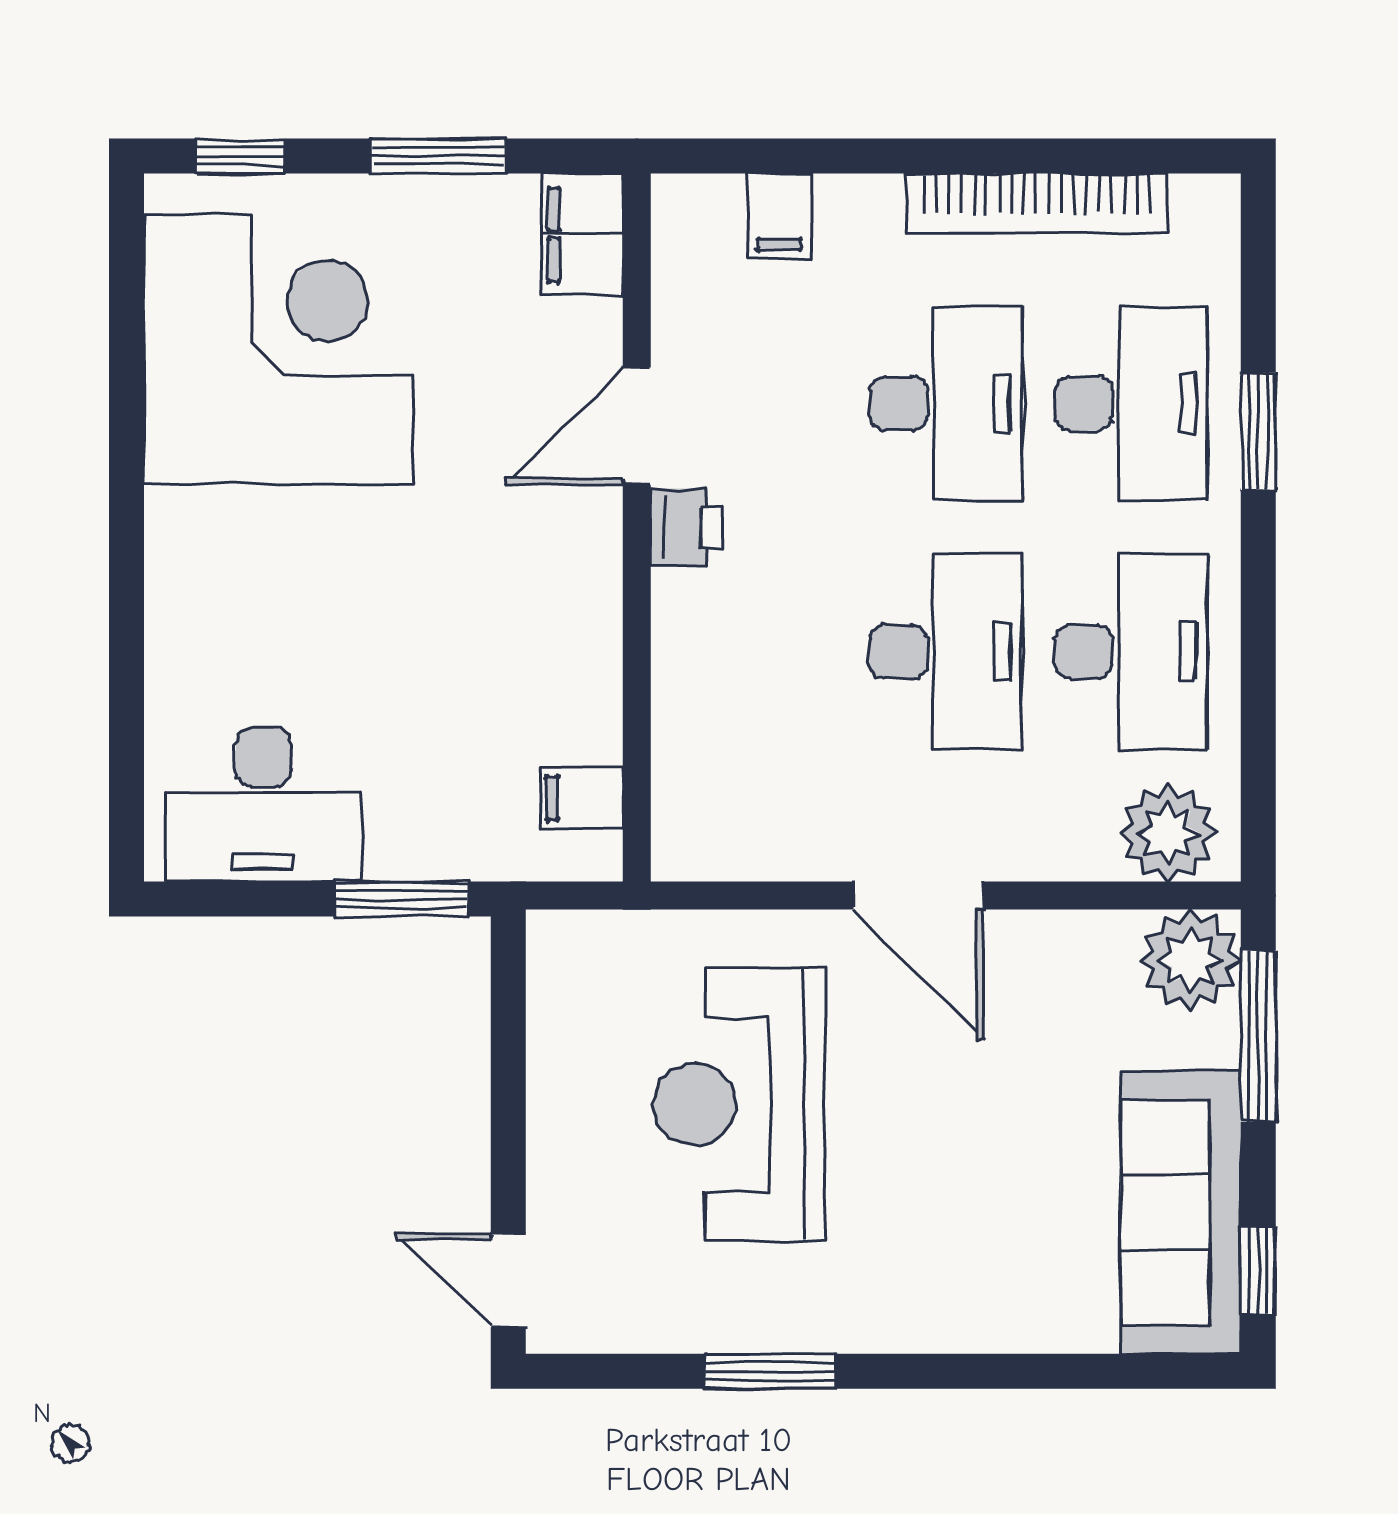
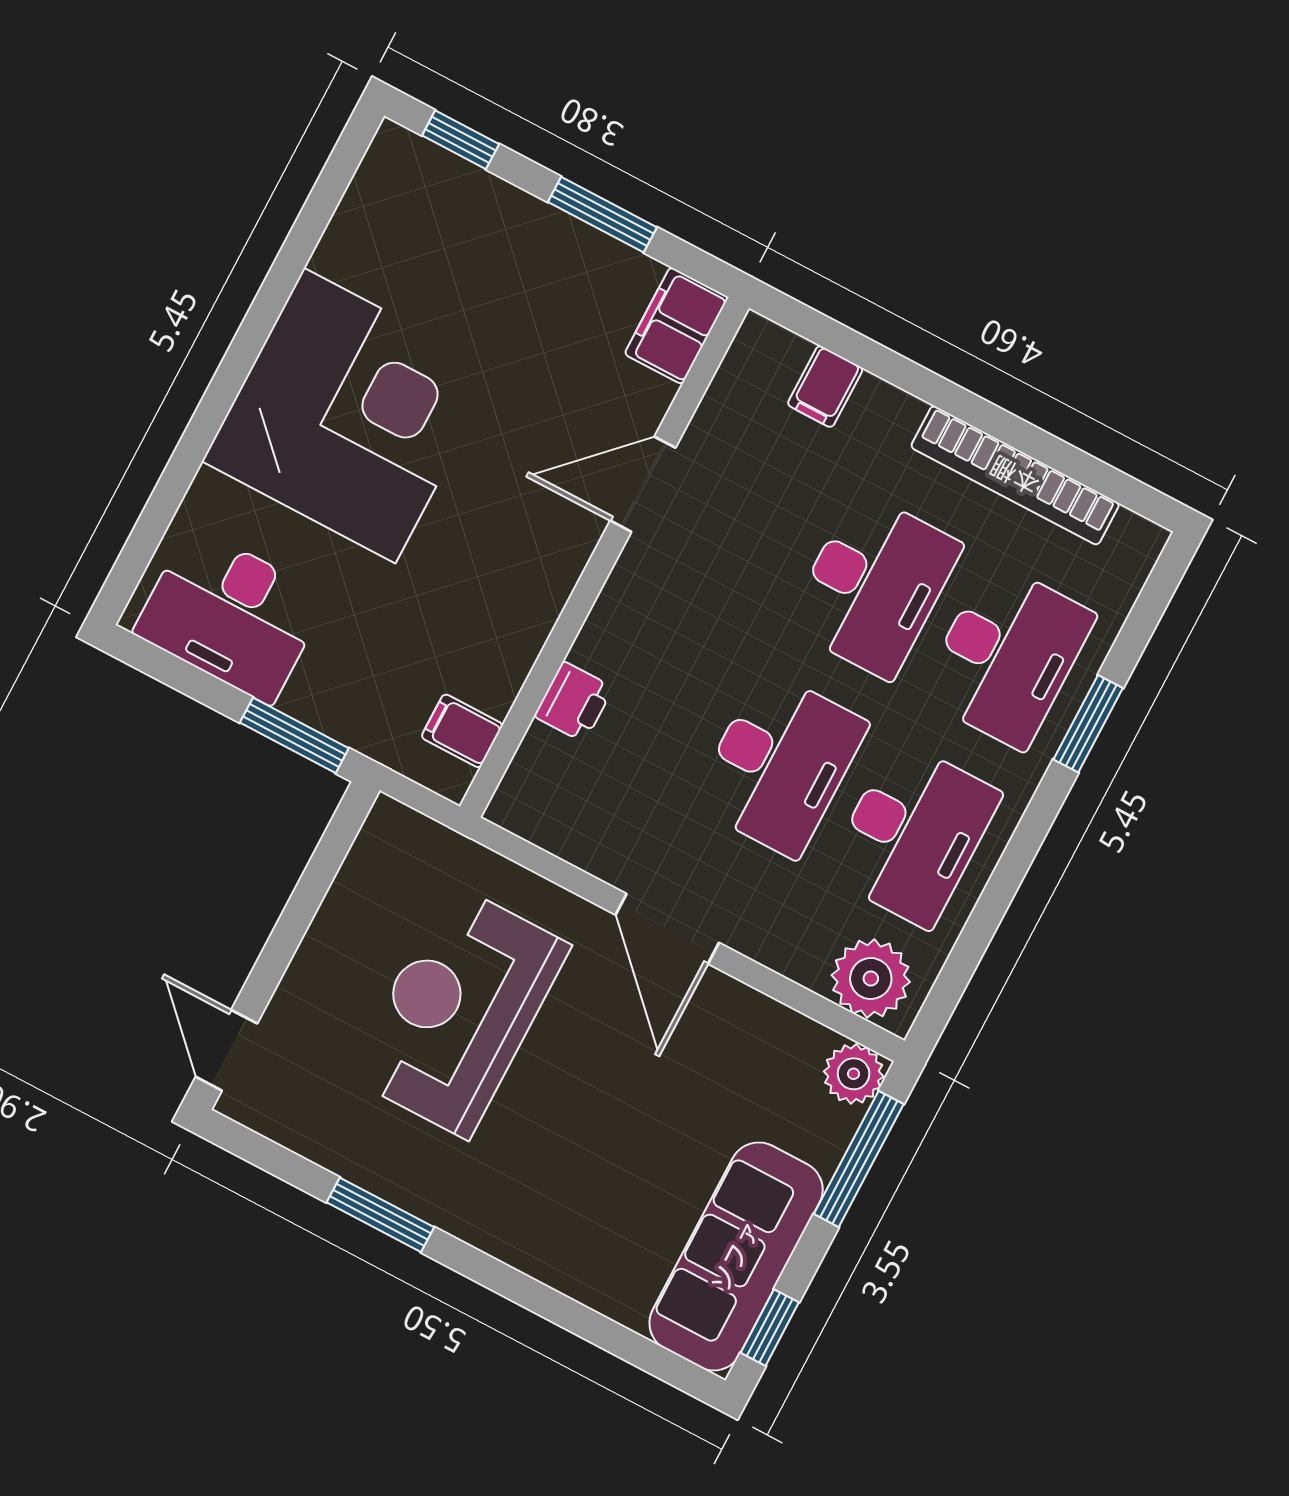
corner desk: (279, 349) -> (350, 416), moved
printer: (686, 528) -> (574, 702), moved
plant: (1190, 960) -> (854, 1074), width x0.73, depth x0.73

